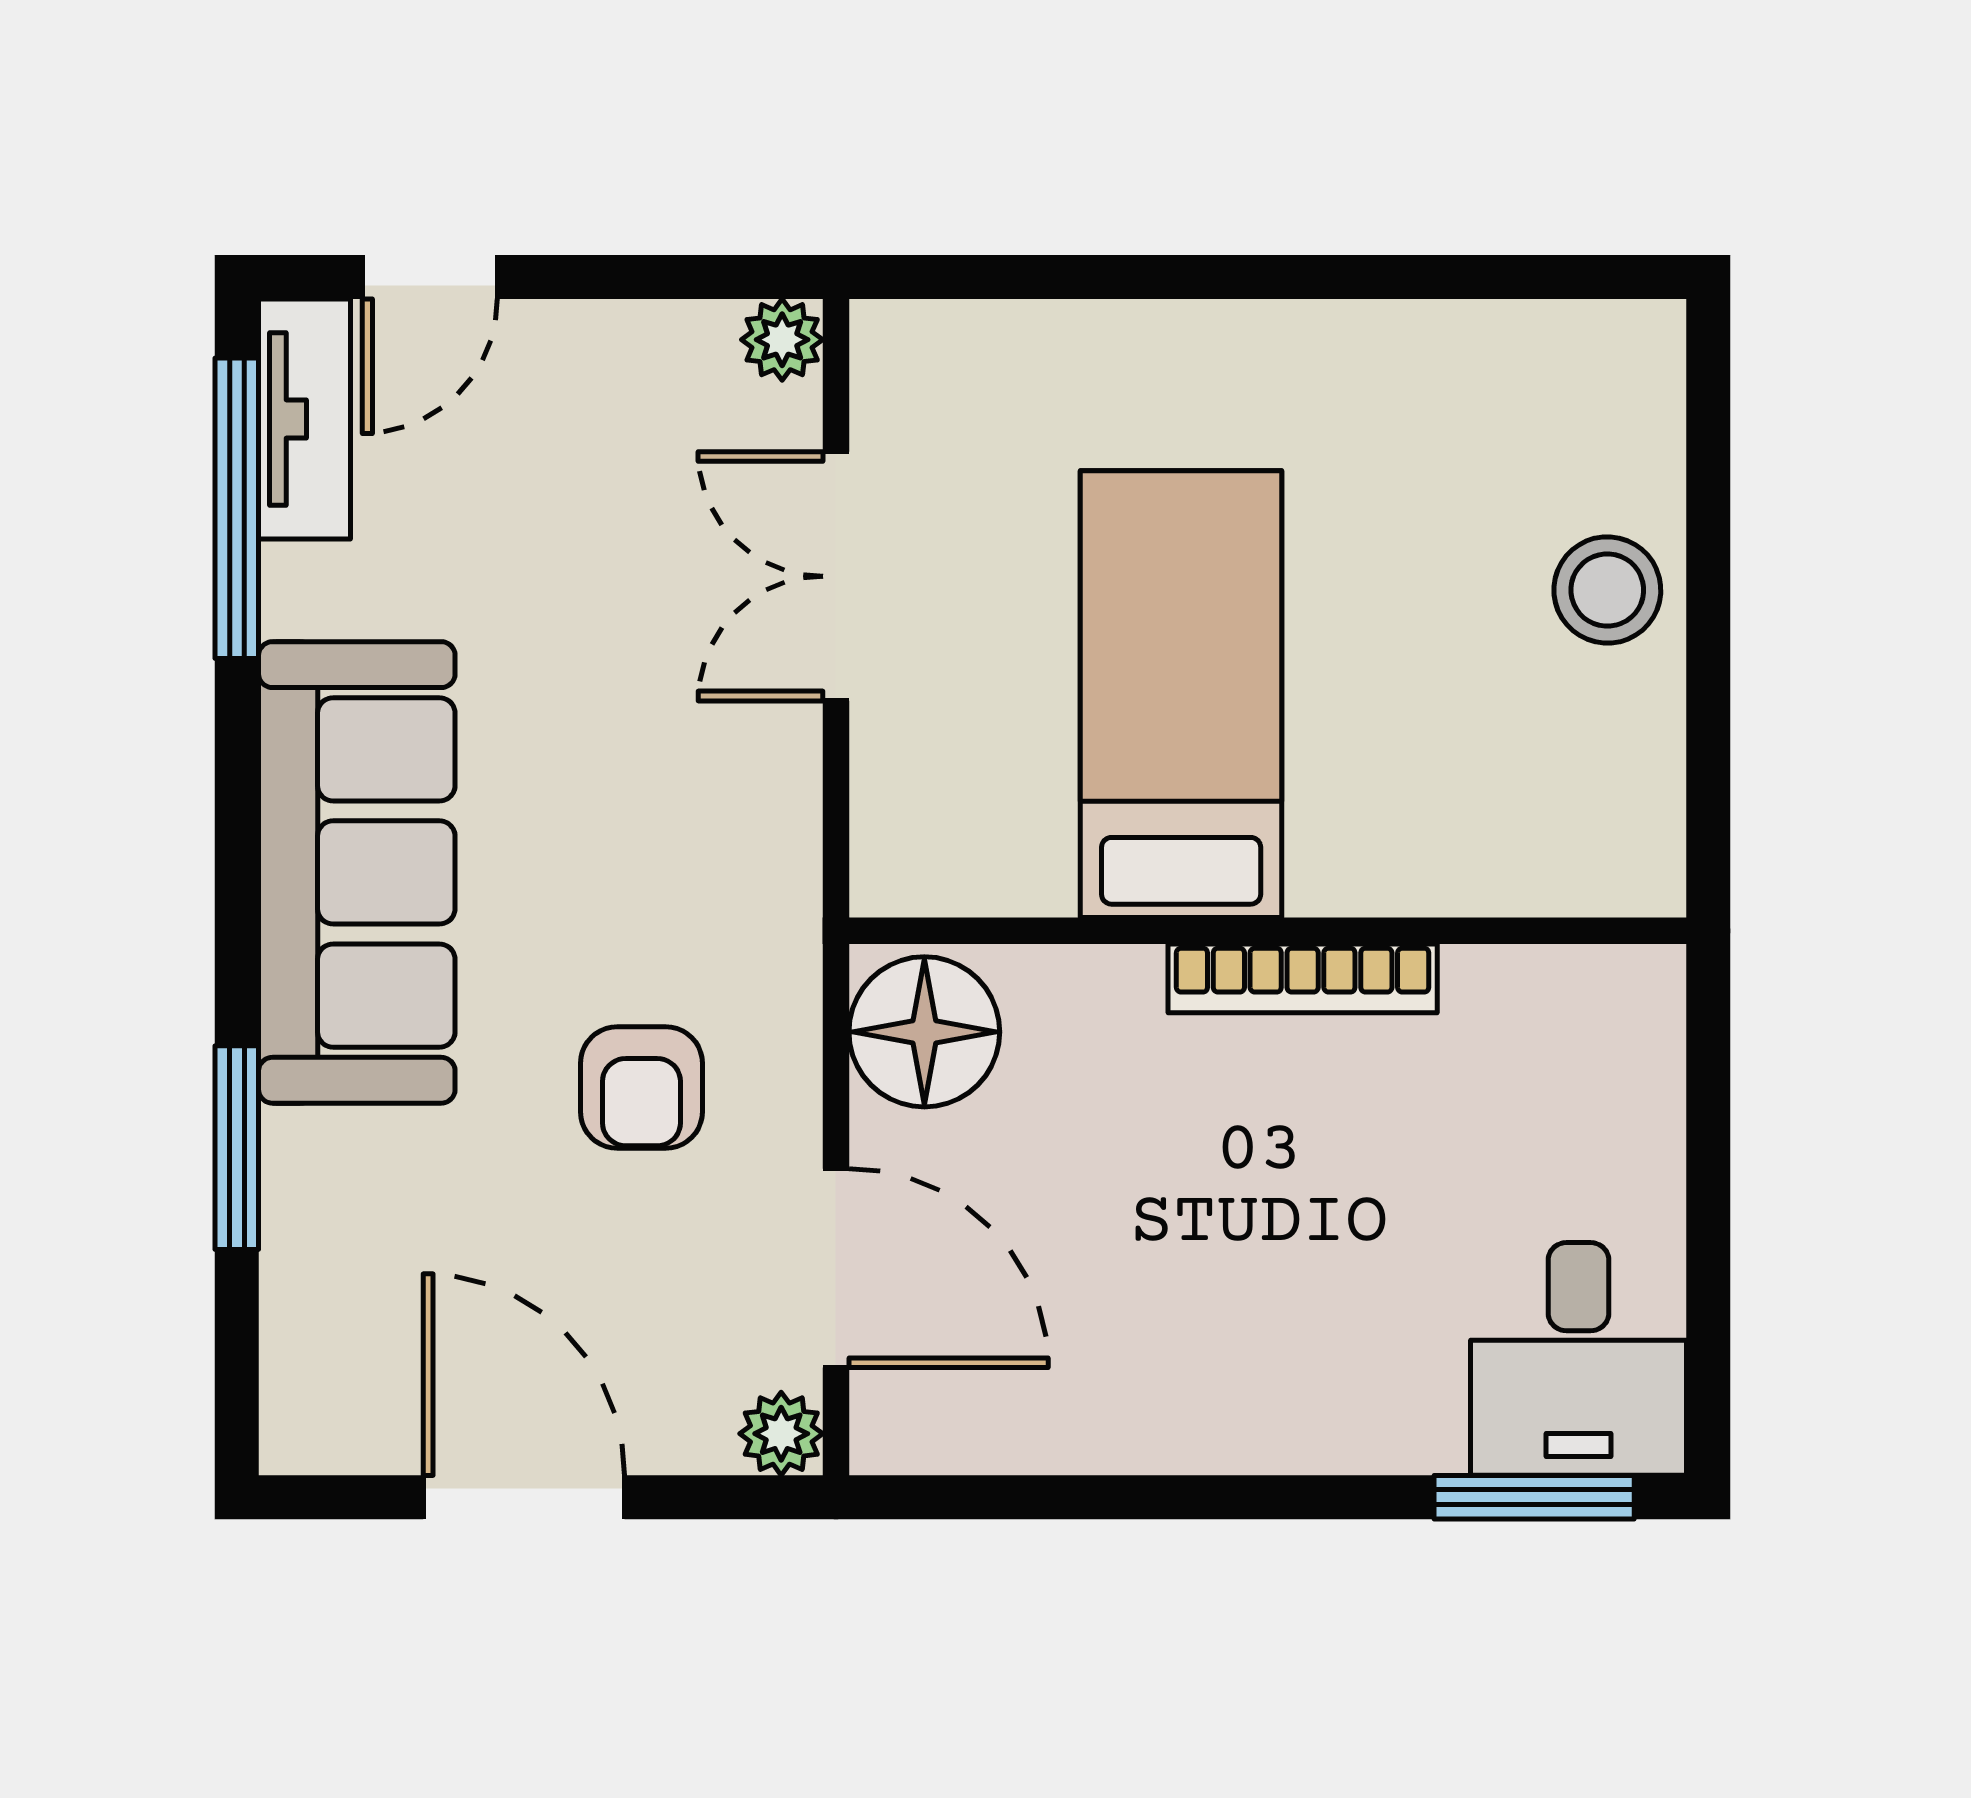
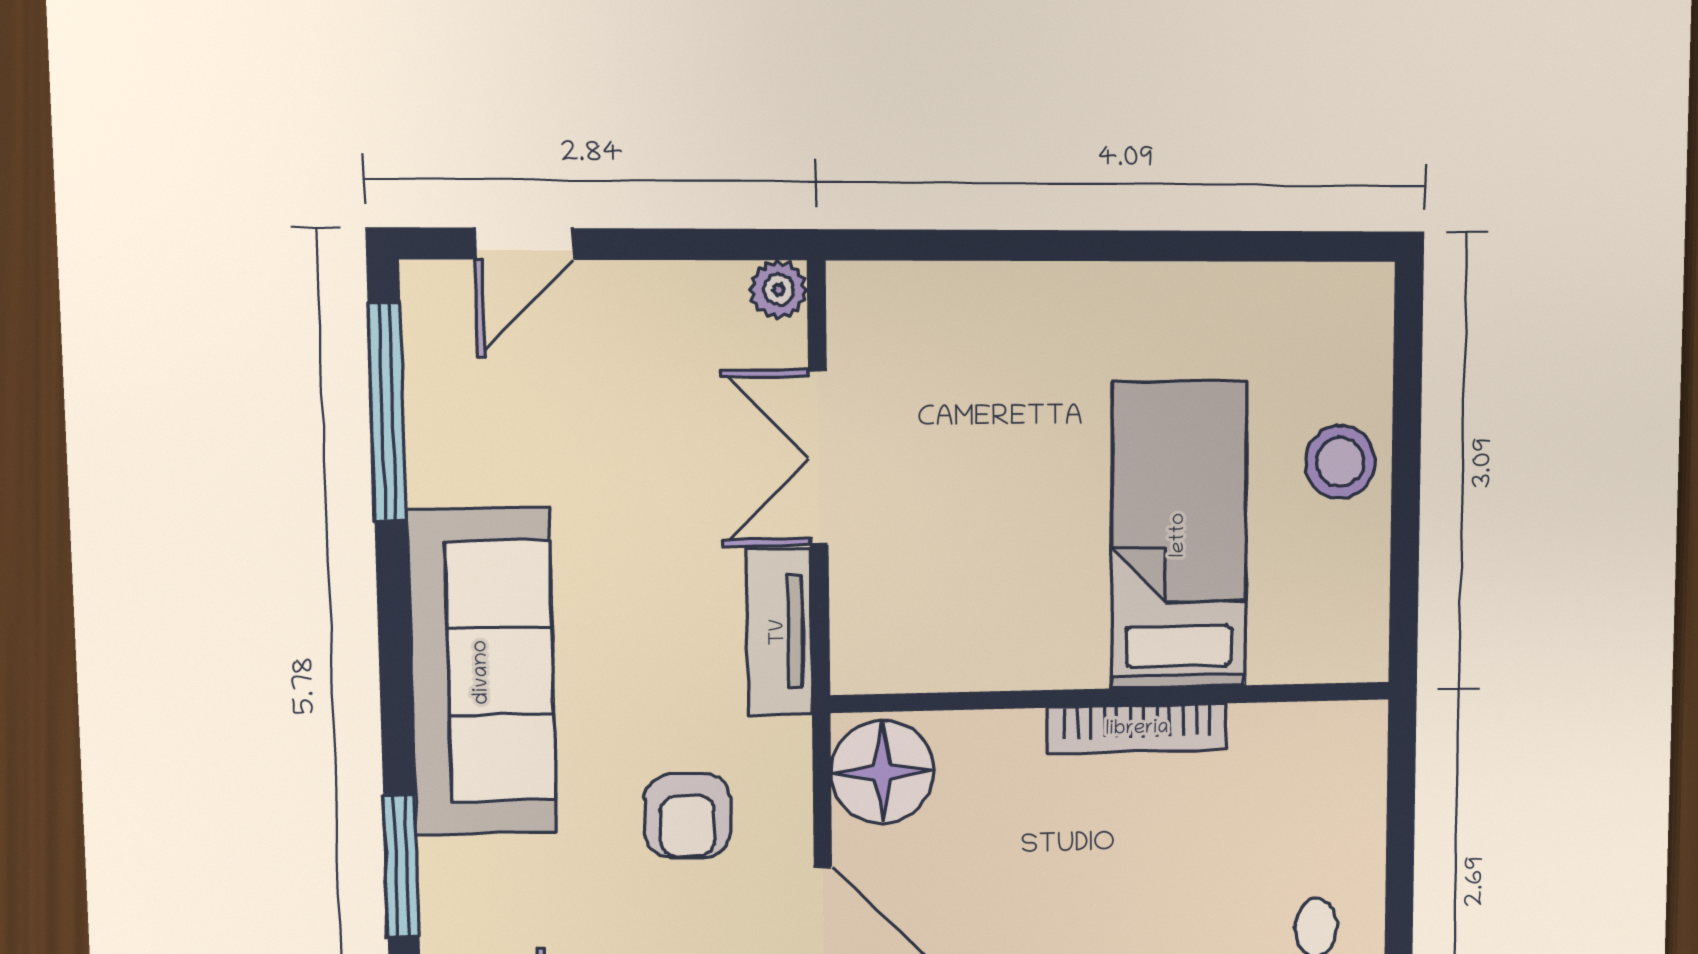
tv unit: (305, 419) -> (779, 632), moved, turned 180
bed: (1181, 694) -> (1179, 535), moved

